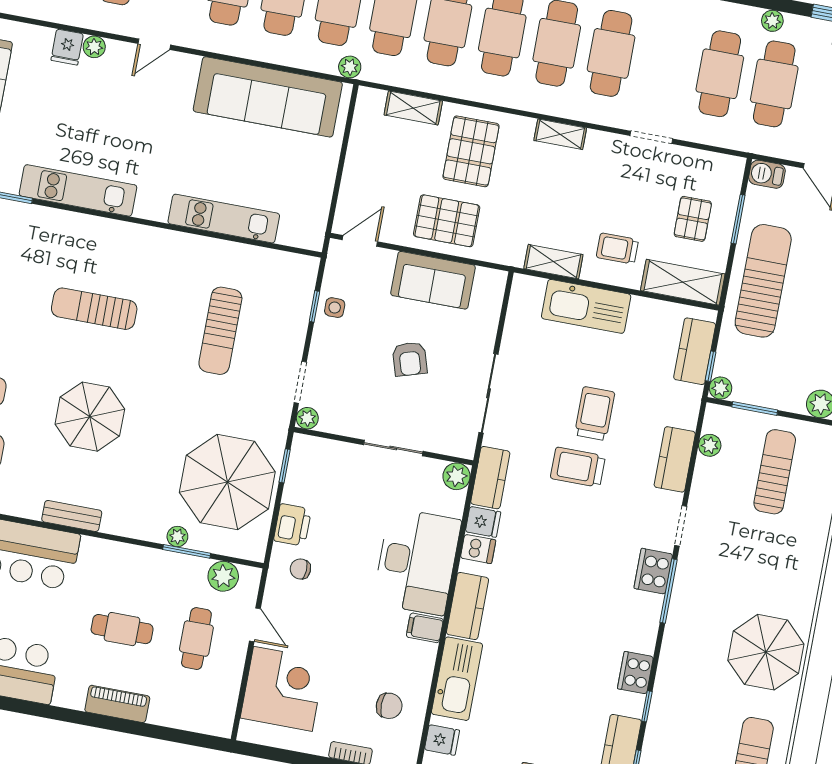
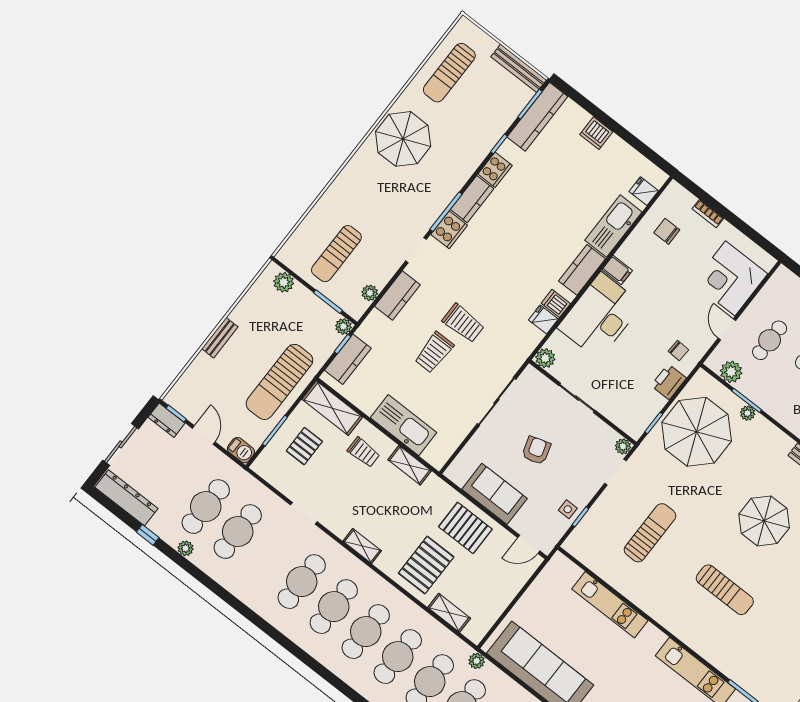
kitchen counter: (490, 478) -> (472, 199), moved, turned 180

